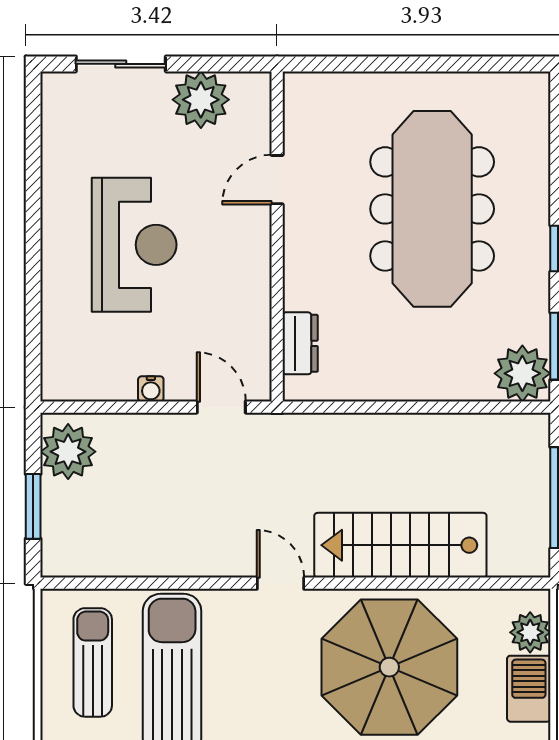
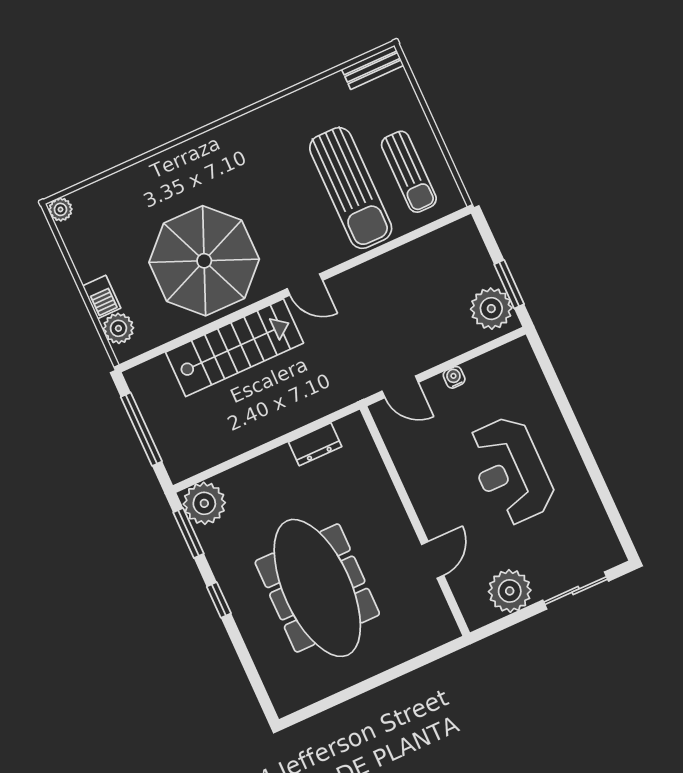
dresser: (300, 343) -> (315, 444), moved, turned -90
window: (33, 506) -> (509, 284), moved
barbecue: (529, 689) -> (102, 297), width x0.73, depth x0.79

